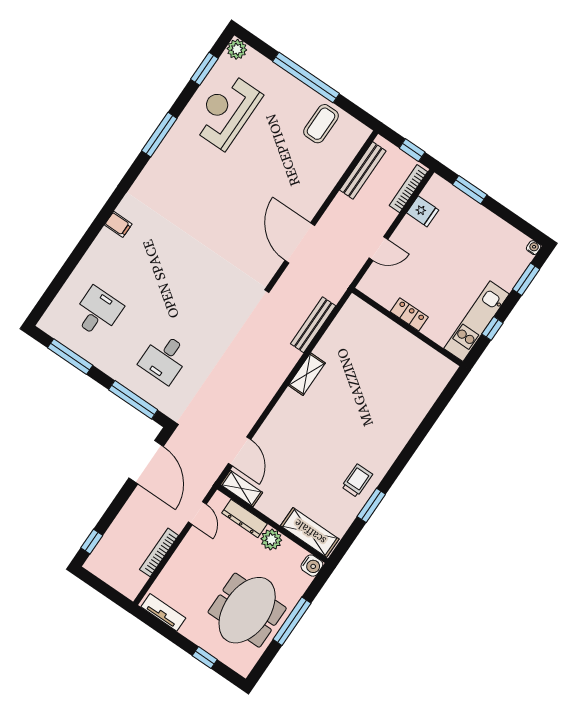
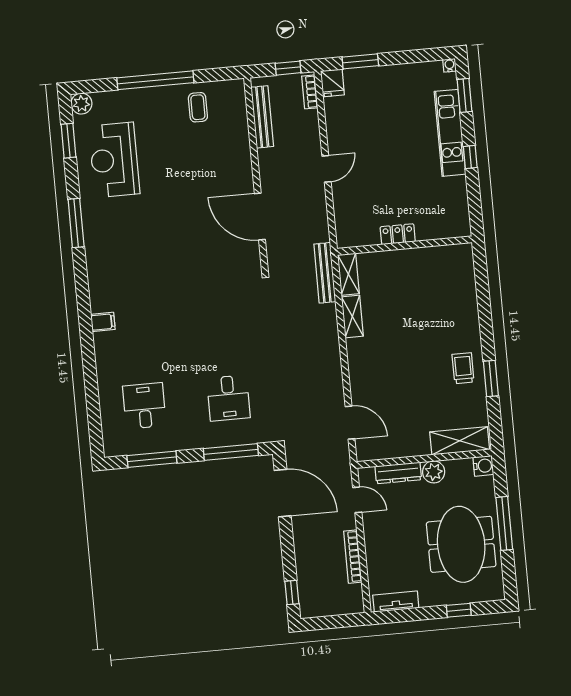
coffee table: (321, 124) -> (198, 107), width x0.73, depth x0.77
bookcase: (408, 189) -> (310, 92), width x0.64
fridge: (423, 211) -> (332, 83), moved, turned 90
locker: (409, 314) -> (398, 234), moved
kitchen unit: (477, 321) -> (450, 133), moved
wall: (407, 327) -> (405, 246), moved
shelving: (241, 488) -> (348, 274), moved, turned 90

